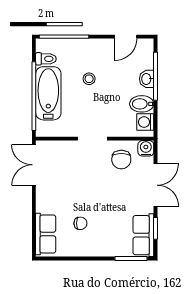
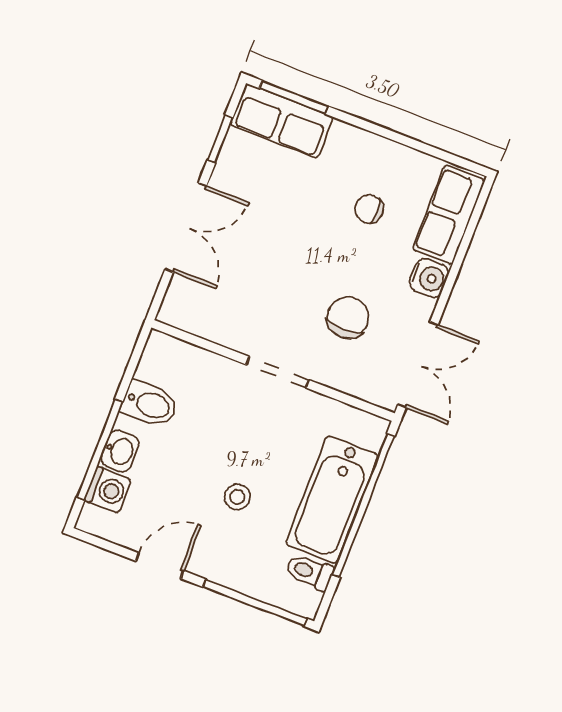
door: (126, 37) -> (160, 566), moved
washing machine: (145, 122) -> (108, 490), moved
water cooler: (146, 148) -> (429, 278), moved, turned -90
chair: (121, 160) -> (348, 318), moved
double door: (156, 185) -> (186, 228), swing flipped
row of seats: (143, 235) -> (282, 121), moved, turned 90

